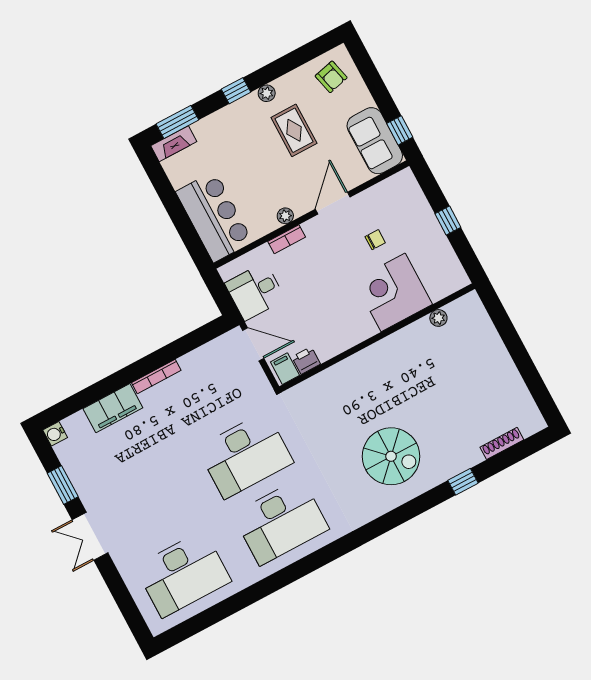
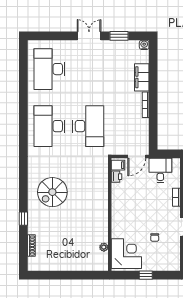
corner desk: (393, 292) -> (126, 254), moved
desk: (245, 455) -> (88, 126), turned 180

